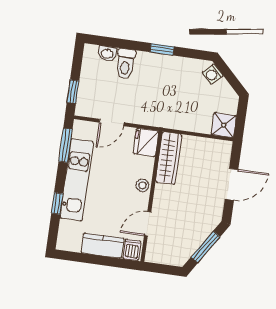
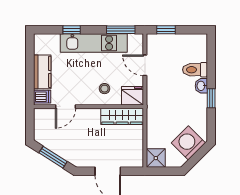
washbasin: (107, 54) -> (201, 86), moved
washing machine: (213, 74) -> (188, 143), width x1.89, depth x1.89
stool: (142, 185) -> (104, 89), moved
door: (148, 224) -> (65, 107), swing flipped

